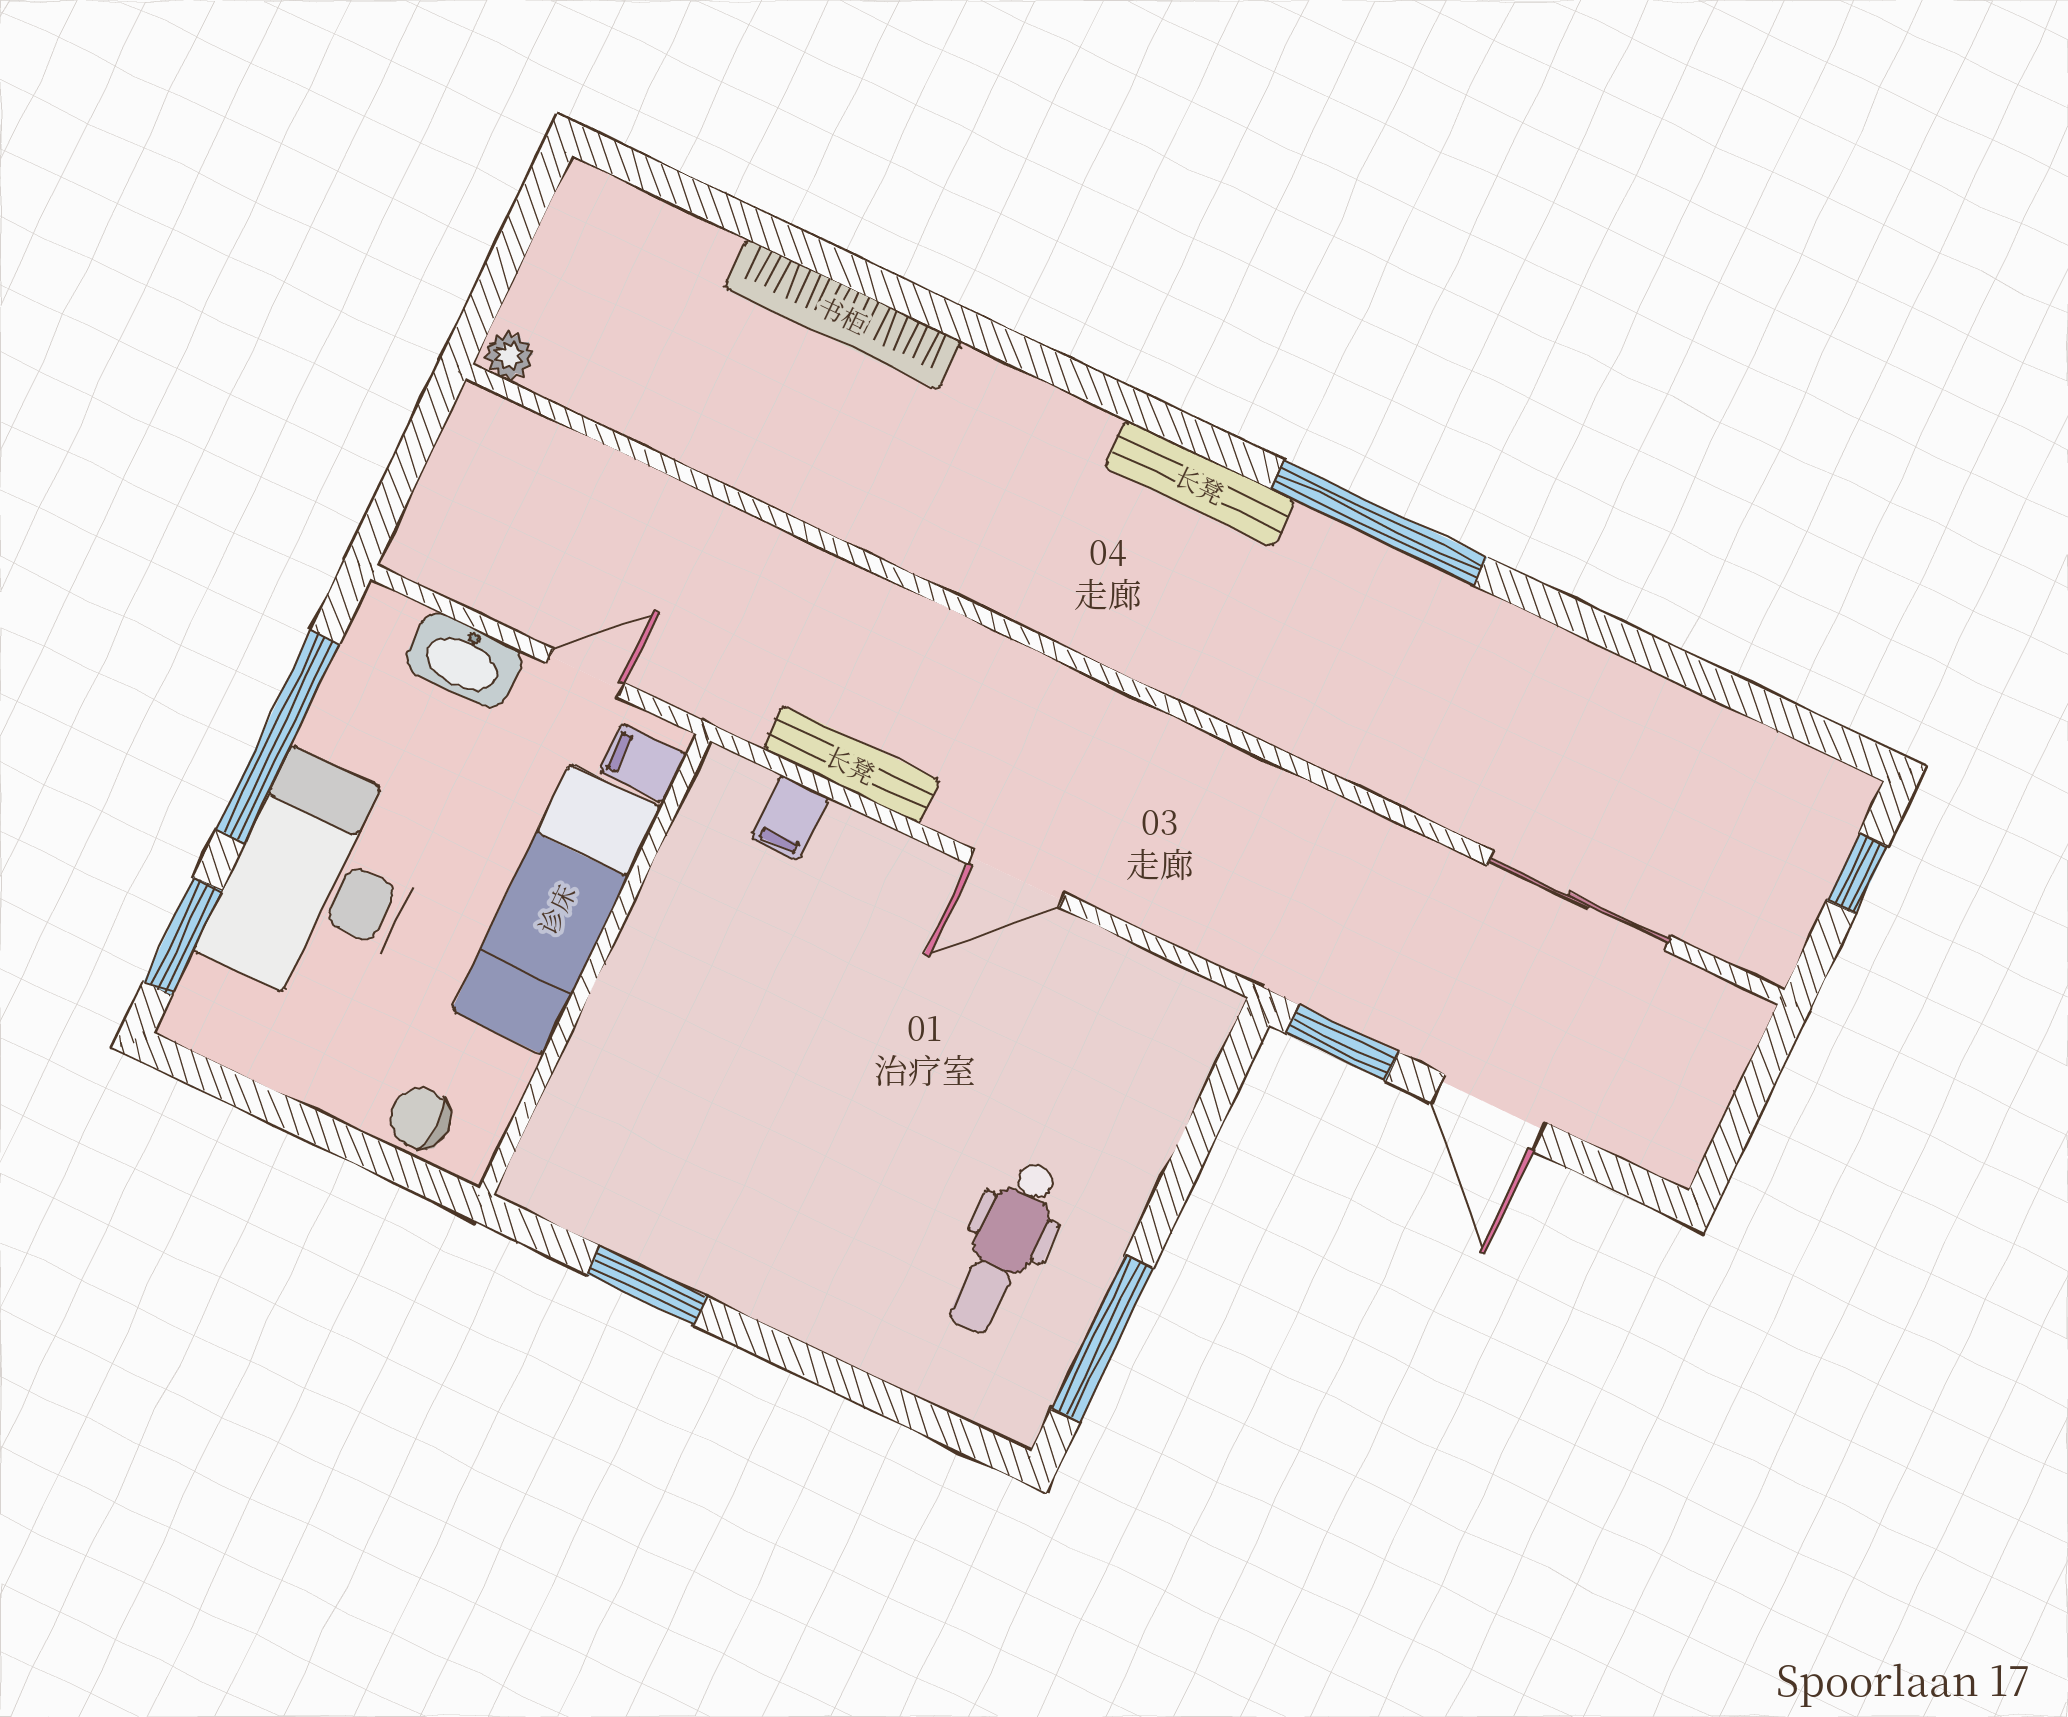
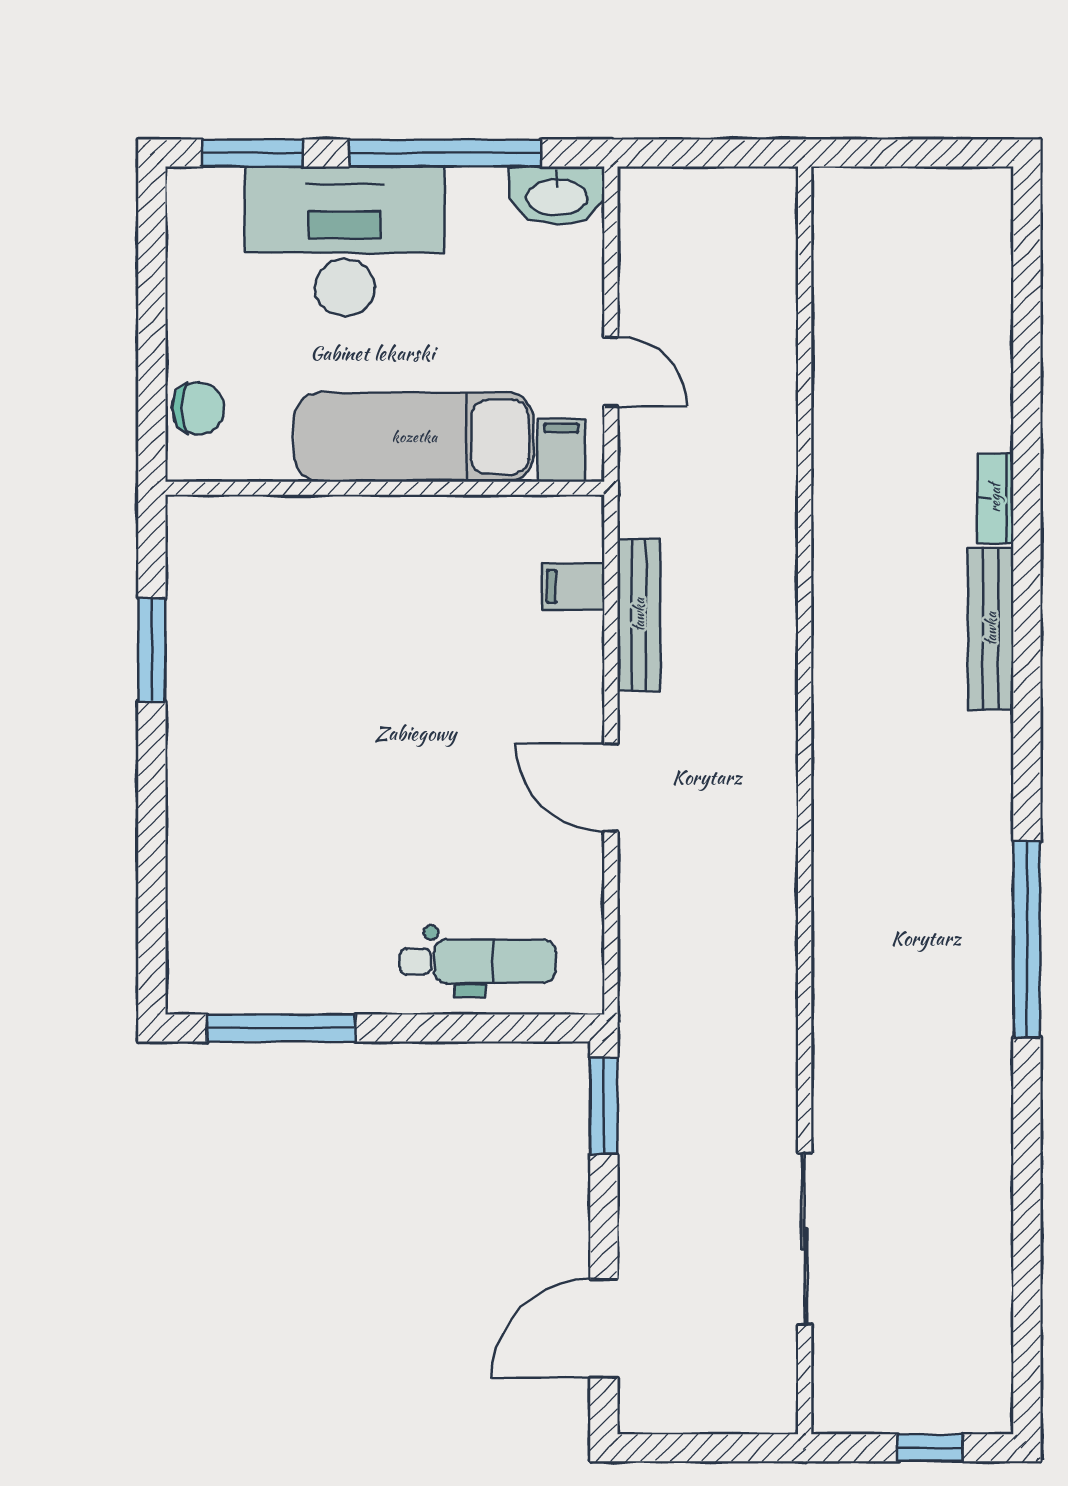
bookcase: (843, 314) -> (995, 498), width x0.43, depth x0.76
plant: (509, 356) -> (832, 192), removed
bench: (1200, 484) -> (991, 629), moved
washbasin: (464, 660) -> (557, 196), moved, turned -90
door: (1489, 1113) -> (604, 1329), moved
chair: (420, 1118) -> (198, 408), turned 90
dental chair: (1004, 1247) -> (478, 961), moved, turned 180

